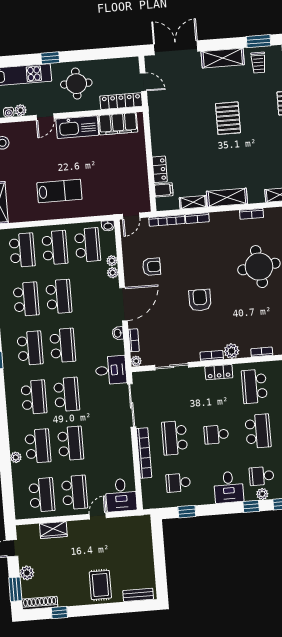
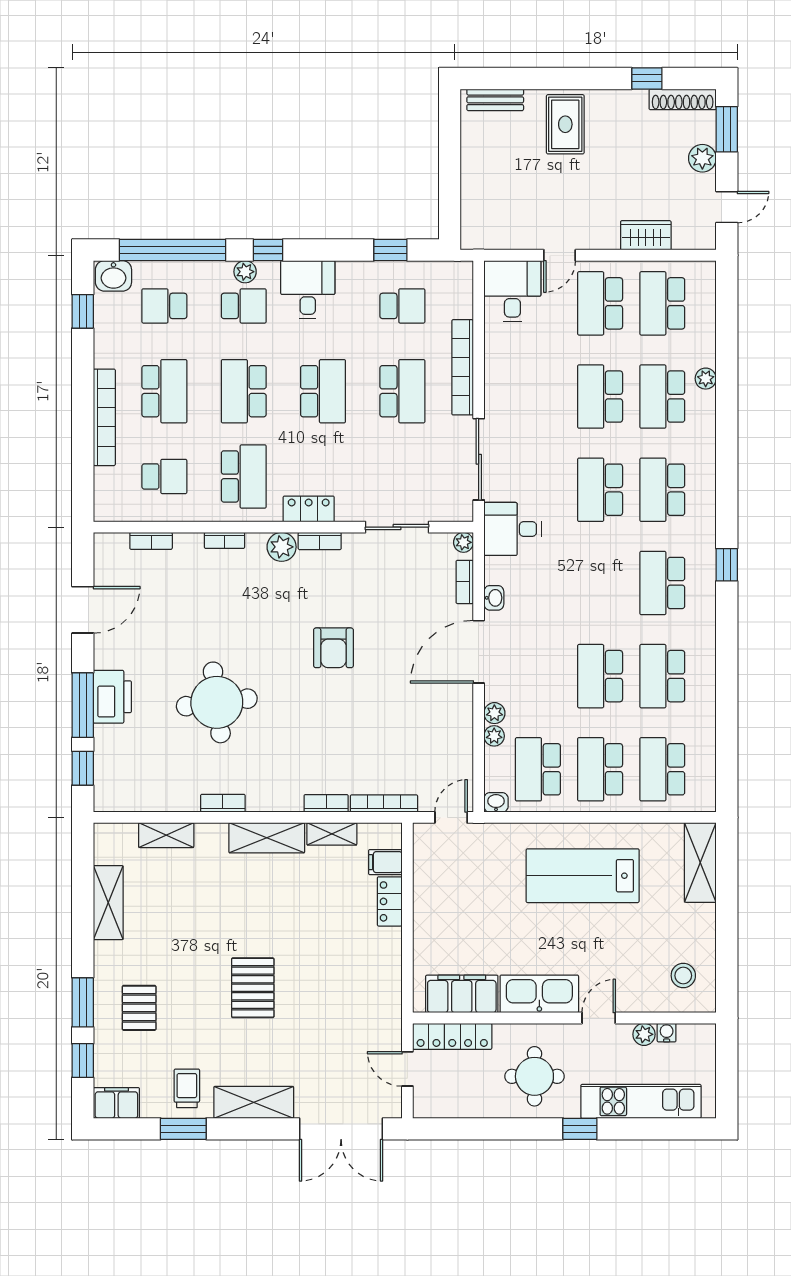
lab bench: (59, 191) -> (583, 876), width x1.36, depth x1.39
armchair: (152, 267) -> (420, 719), removed
school desk: (63, 345) -> (600, 583), removed
school desk: (216, 435) -> (323, 391), width x1.85

